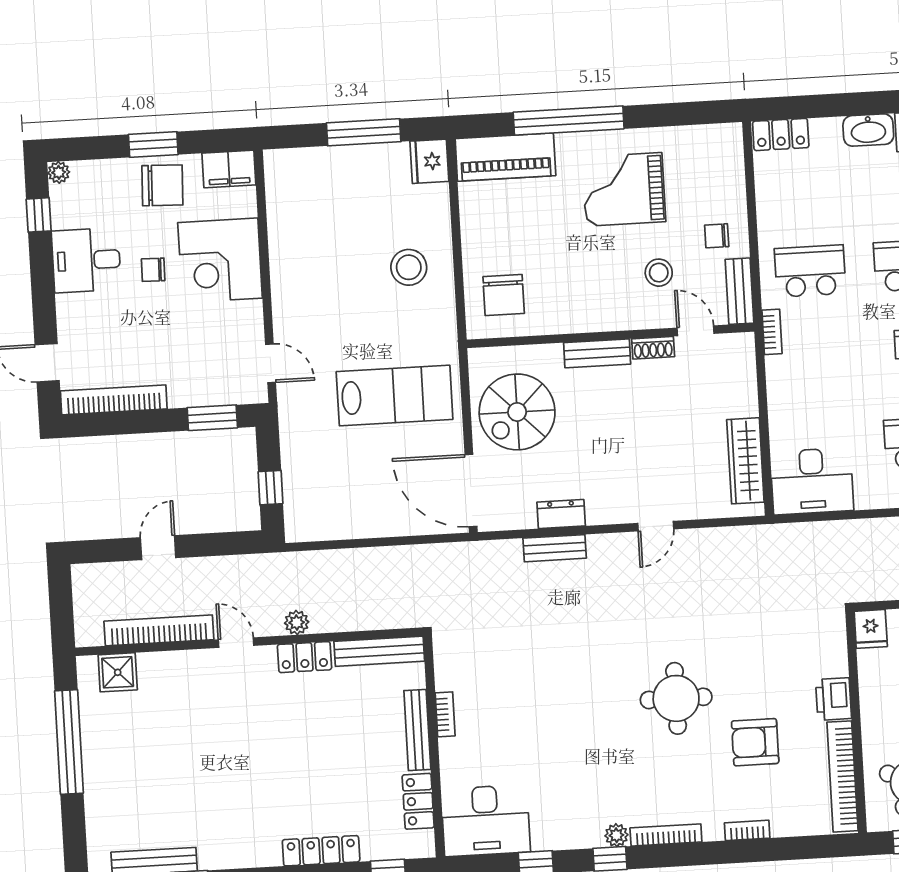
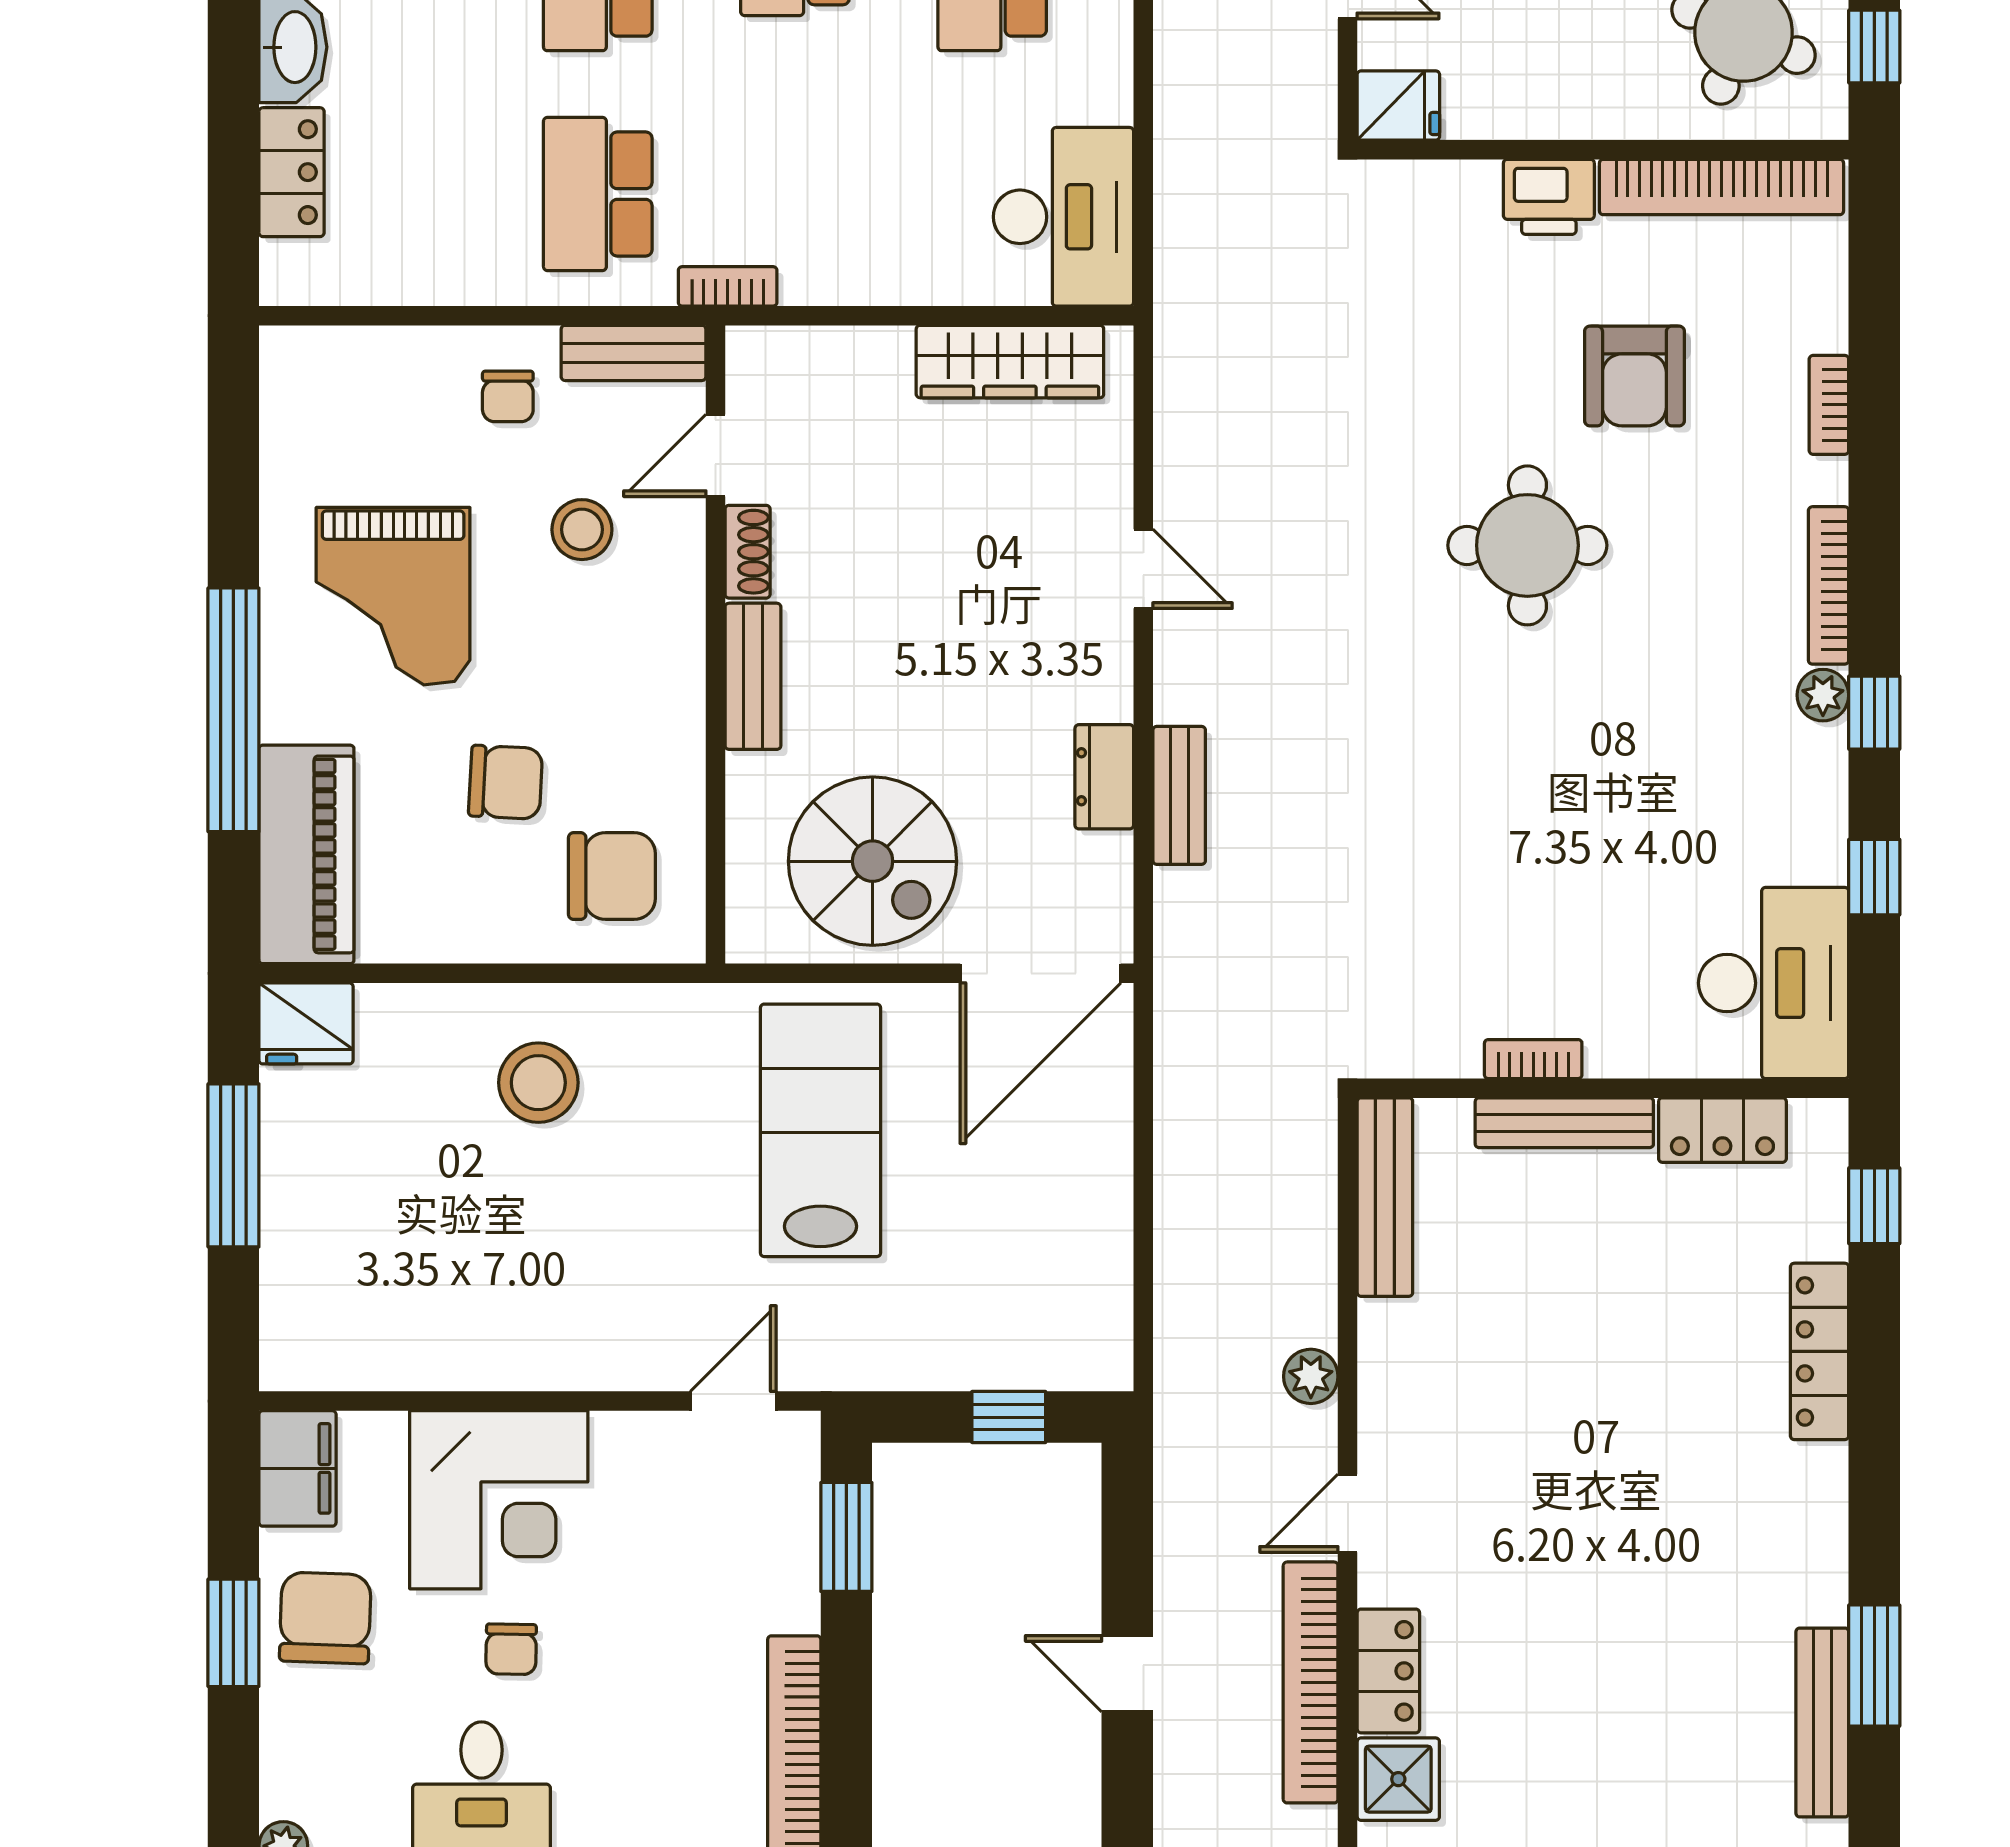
locker: (781, 134) -> (292, 172), moved
chair: (543, 245) -> (506, 782), added
locker: (304, 657) -> (1388, 1671), moved

